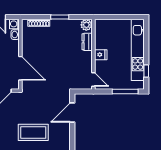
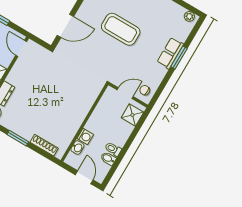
washing machine: (14, 24) -> (85, 136), moved
door: (20, 68) -> (93, 107), removed

